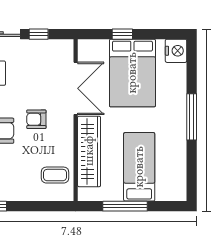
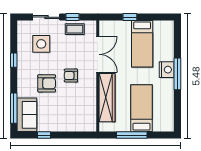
nightstand: (176, 51) -> (167, 70), moved
bed: (132, 73) -> (142, 44), width x0.67
coffee table: (55, 175) -> (75, 29), moved

